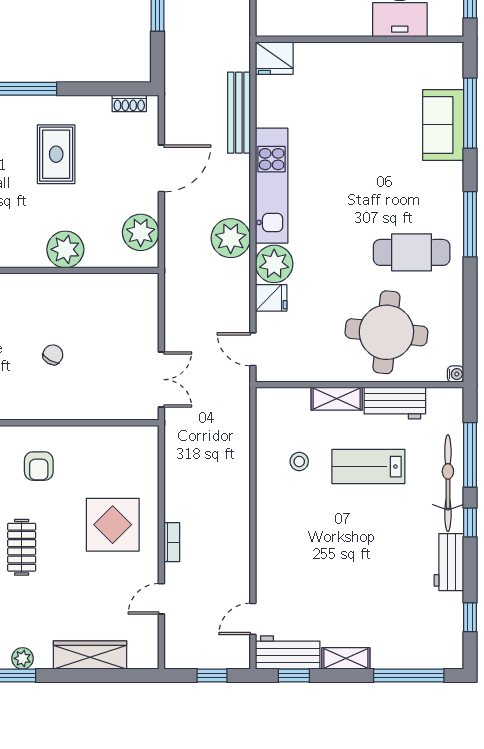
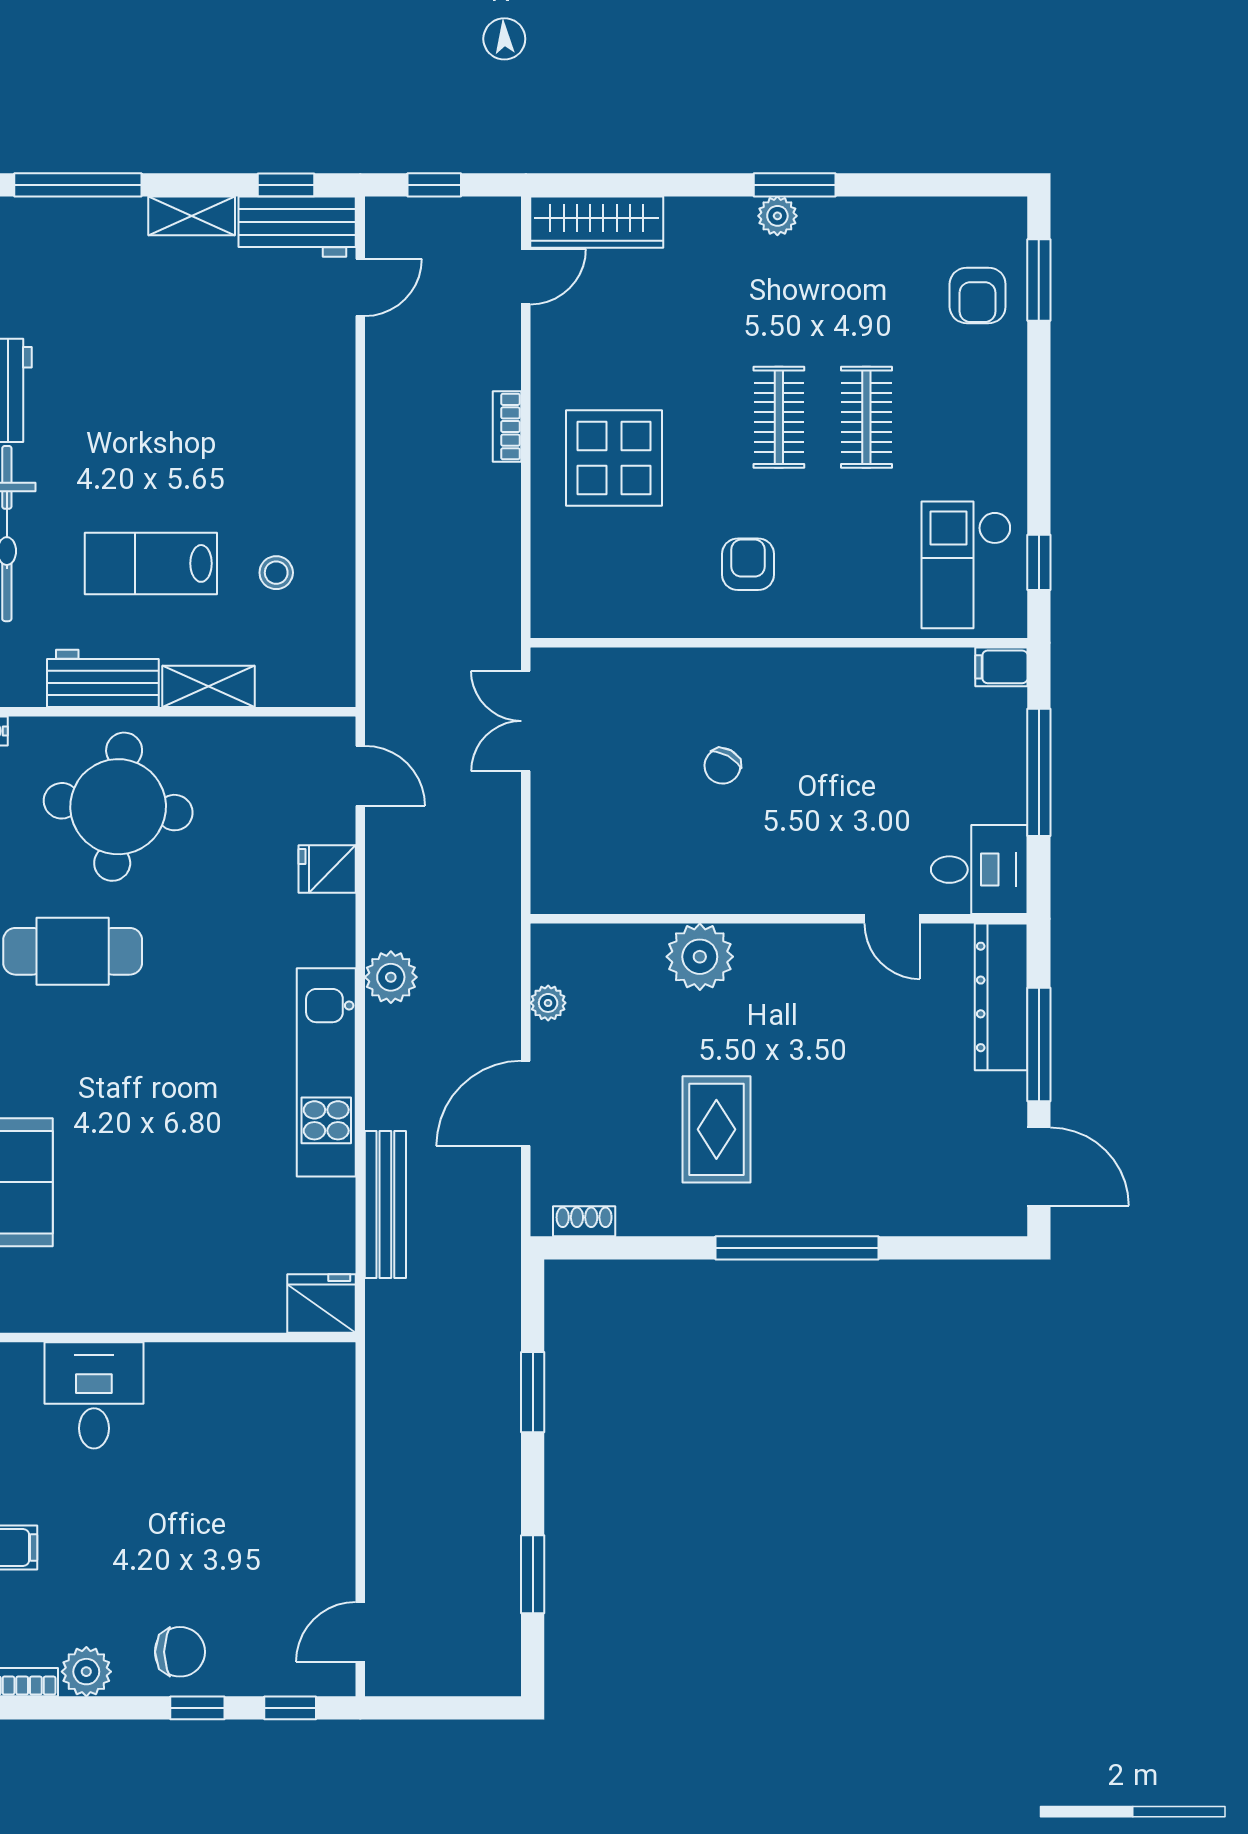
plant: (141, 232) -> (548, 1003), width x0.53, depth x0.53
plant: (231, 238) -> (391, 977), width x0.73, depth x0.73
plant: (274, 264) -> (322, 930), removed
lab bench: (368, 467) -> (151, 563), turned 180
door: (161, 599) -> (526, 277), moved
wardrobe: (90, 655) -> (597, 222), moved

